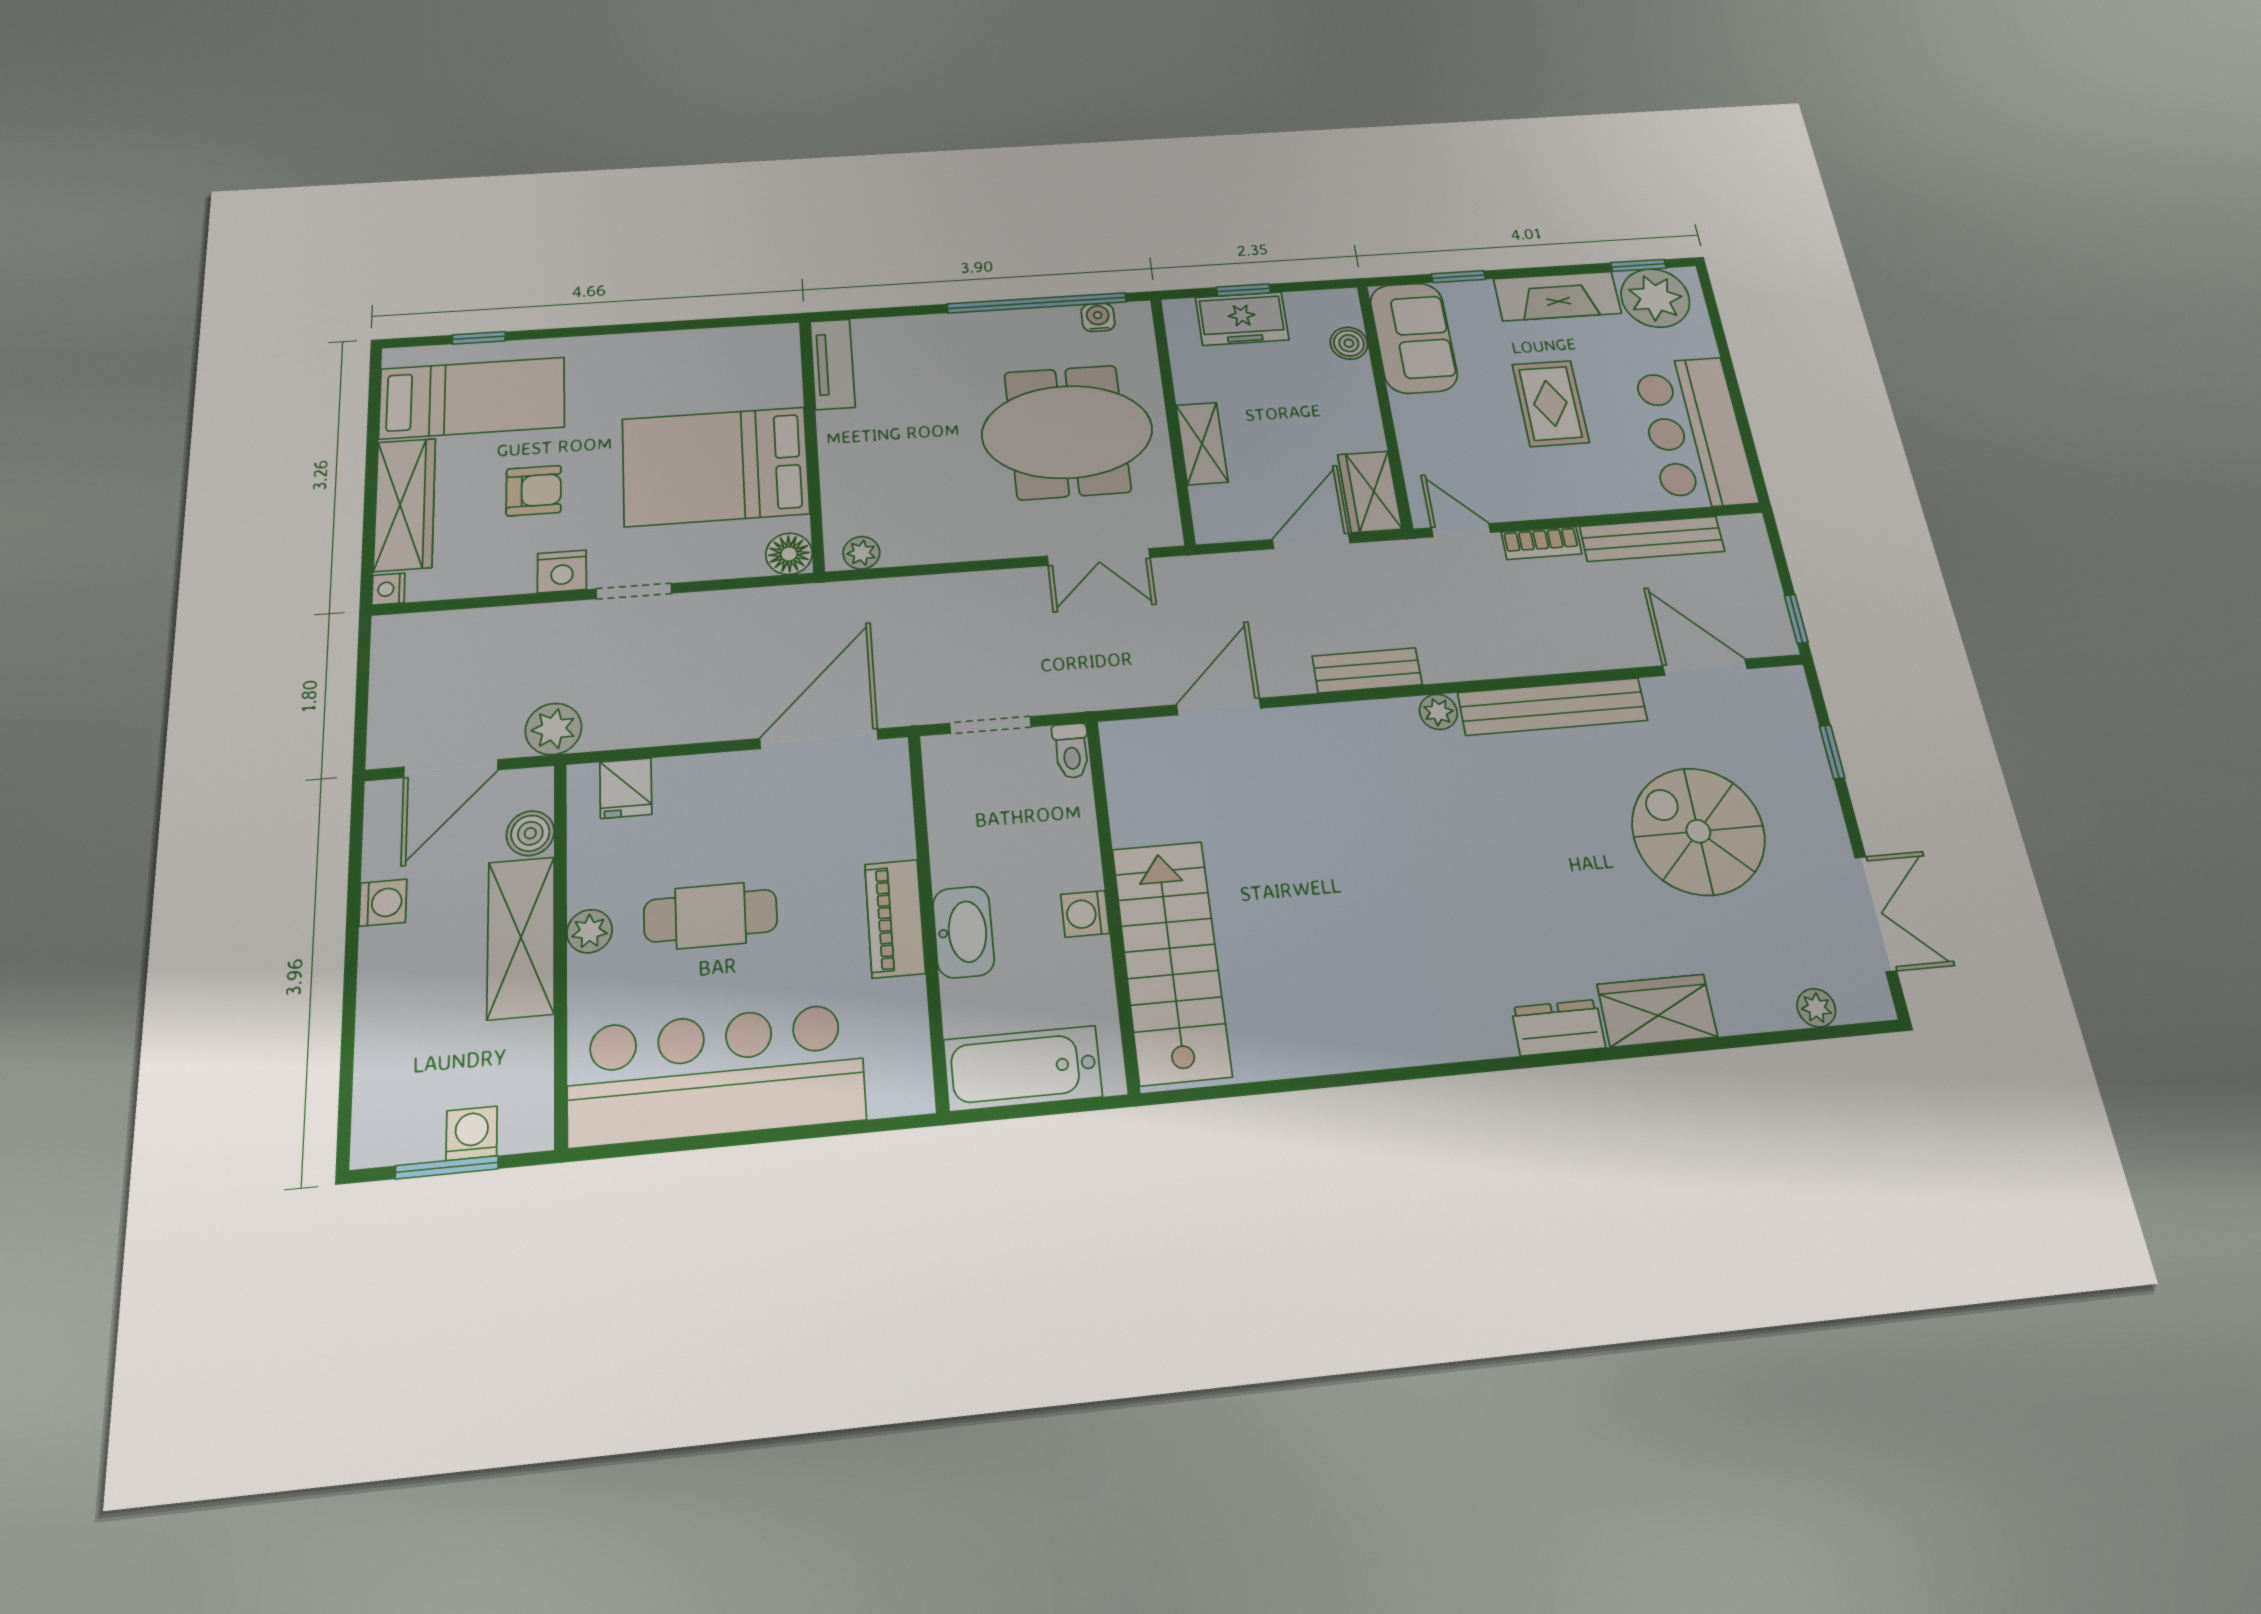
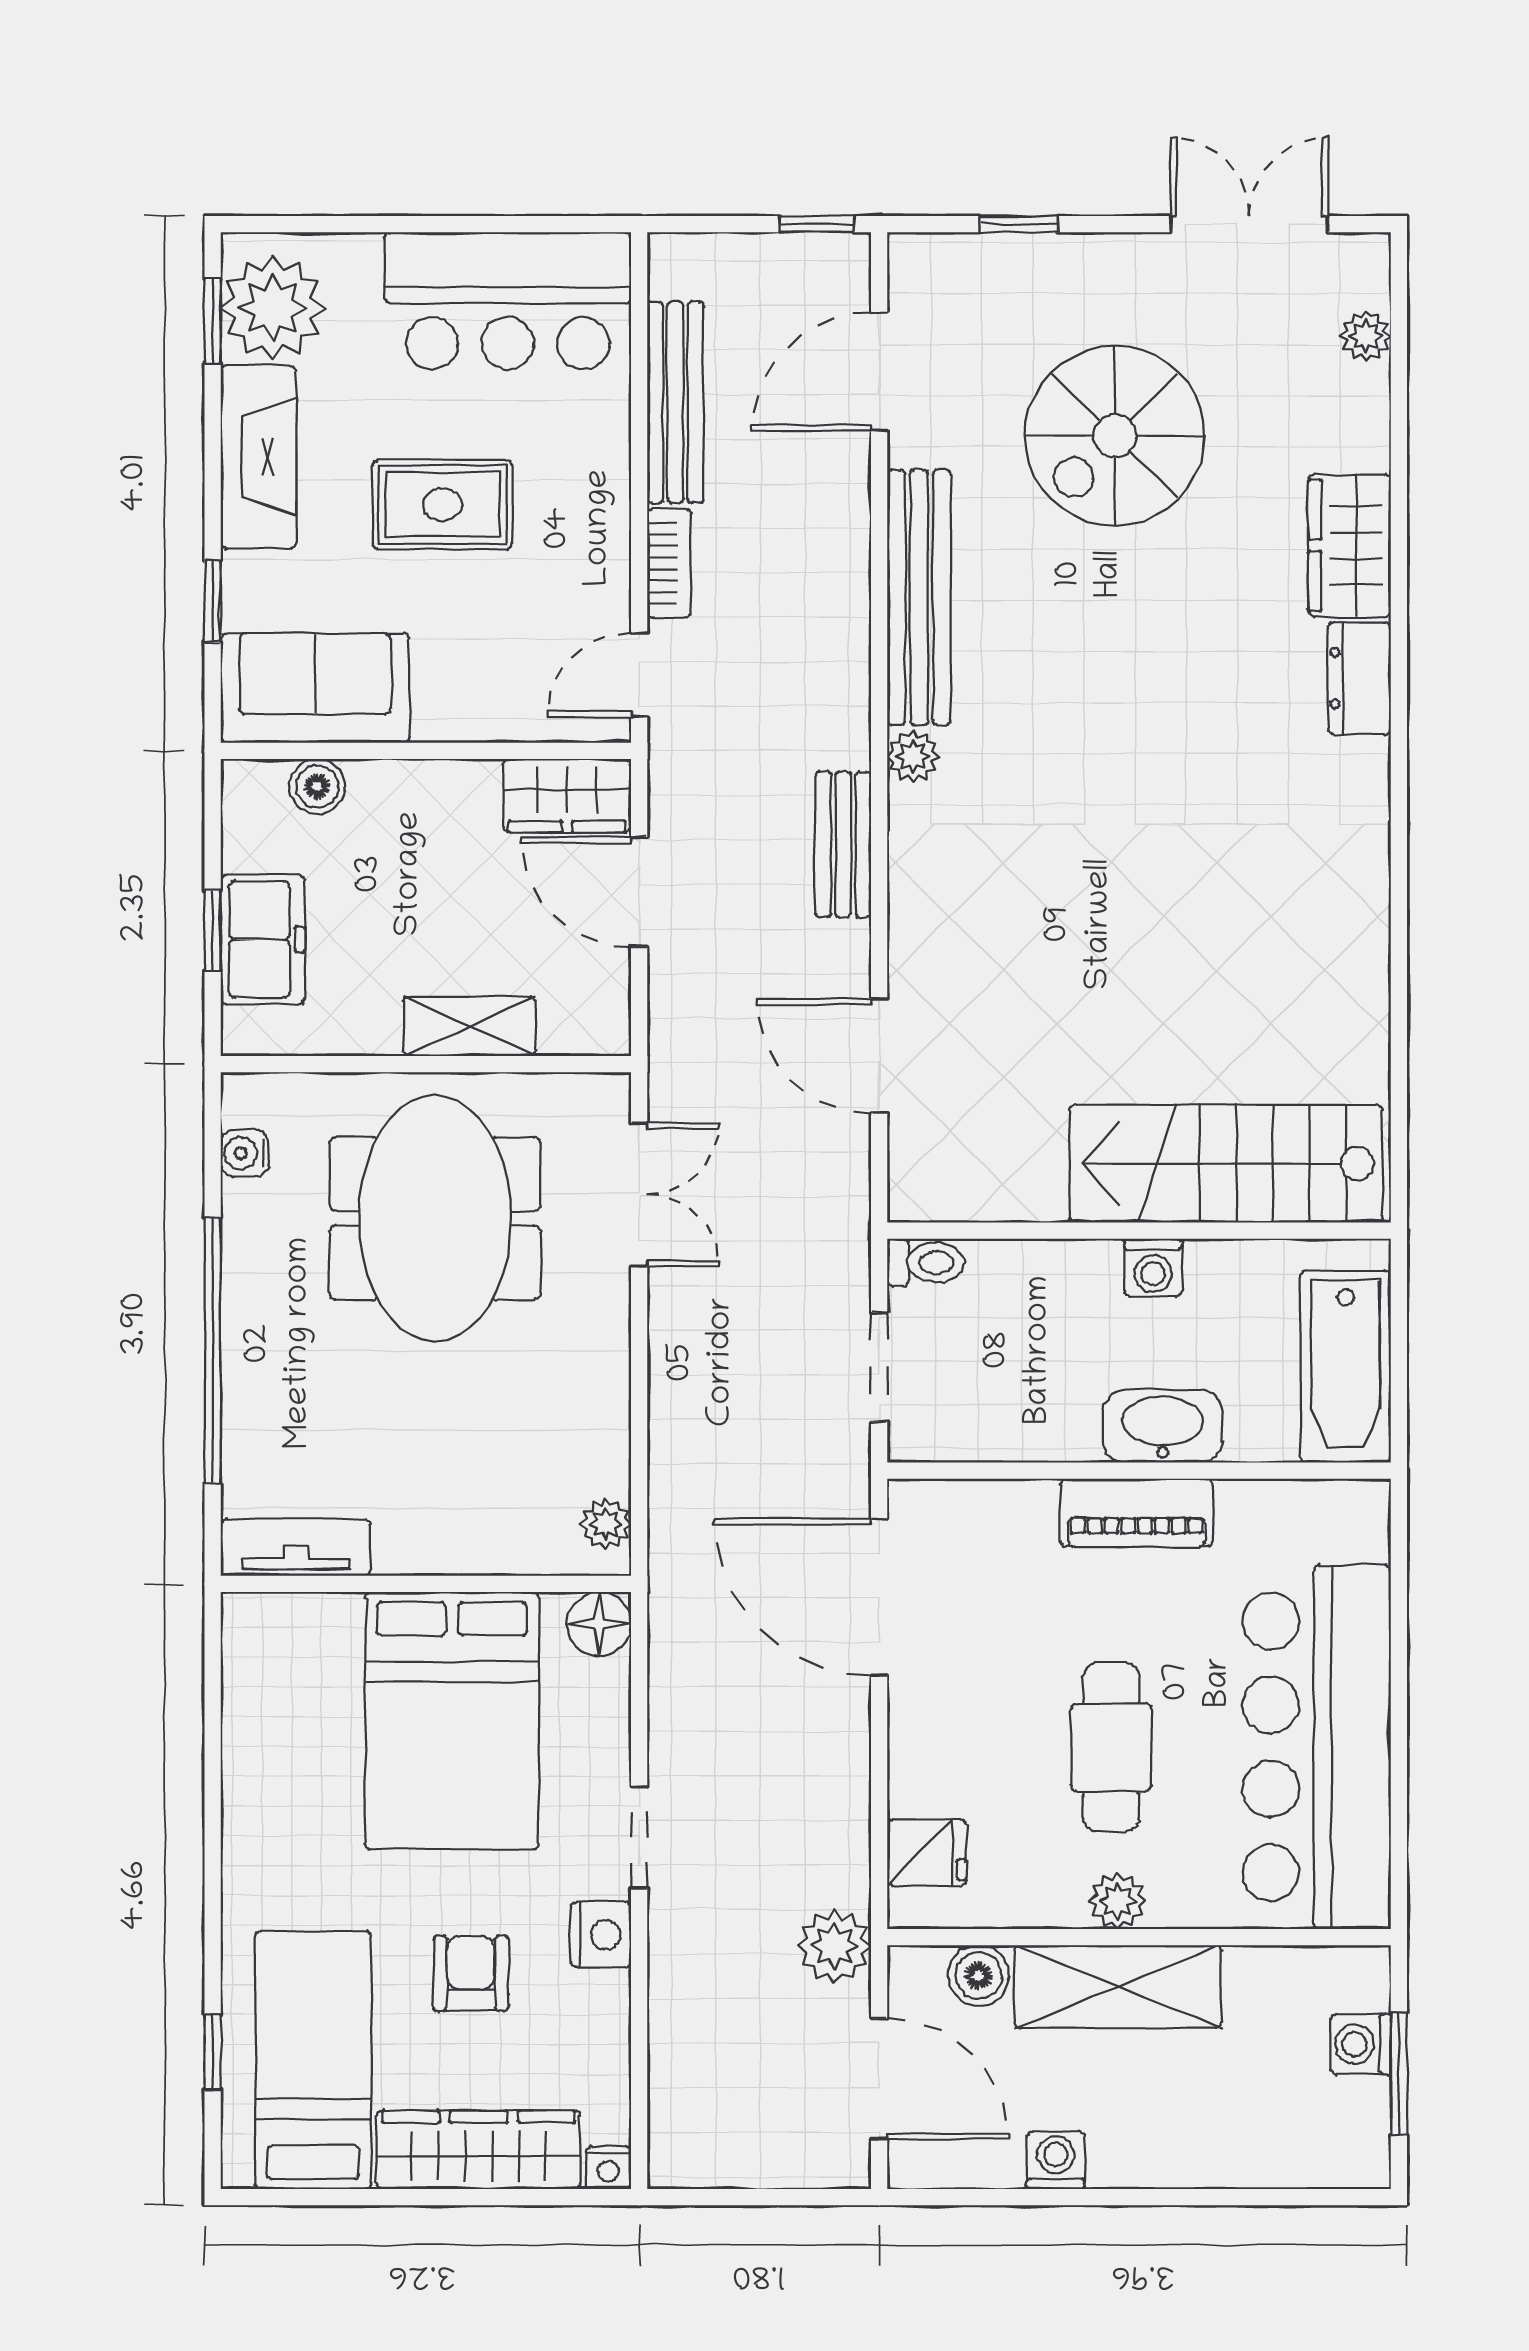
window: (1037, 303) -> (213, 1350), moved

